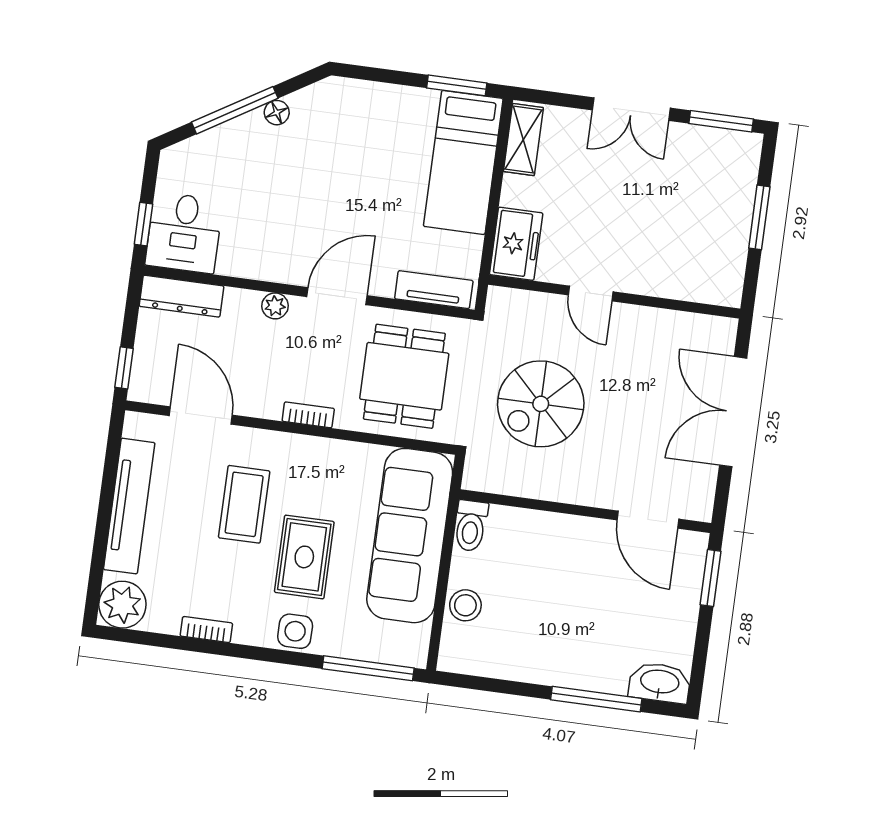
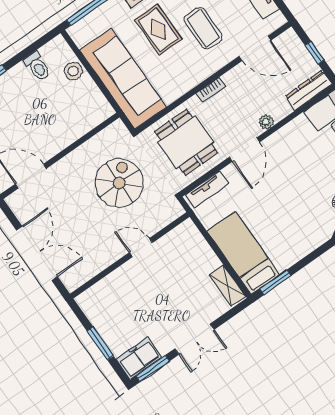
double door: (631, 109) -> (194, 339), swing flipped
freezer: (516, 244) -> (139, 358), moved, turned 90
window: (124, 368) -> (315, 53), moved
toilet: (471, 526) -> (37, 66), moved, turned 180

